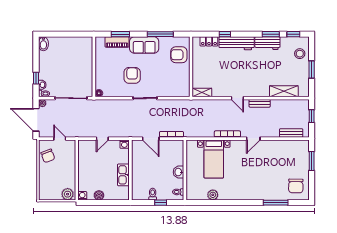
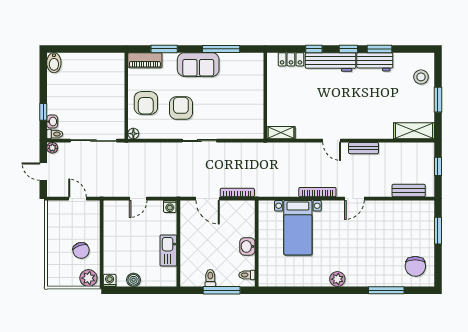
window: (293, 34) -> (348, 49), moved
piano: (117, 42) -> (145, 60), moved
armchair: (179, 55) -> (146, 103), moved, turned -90
shelving: (284, 91) -> (414, 131), moved
door: (36, 120) -> (43, 172), width x0.53
chair: (48, 156) -> (81, 250), moved
plant: (213, 195) -> (337, 279), moved
window: (161, 203) -> (222, 290), width x2.17

